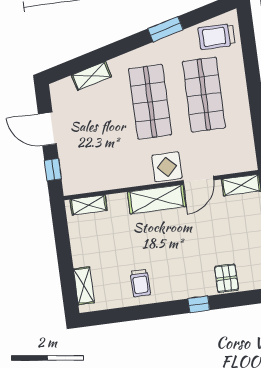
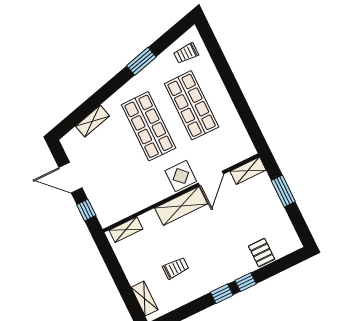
trolley: (216, 36) -> (186, 53), width x0.73, depth x0.72
trolley: (140, 283) -> (176, 268), moved, turned -90
window: (169, 308) -> (222, 294), added

